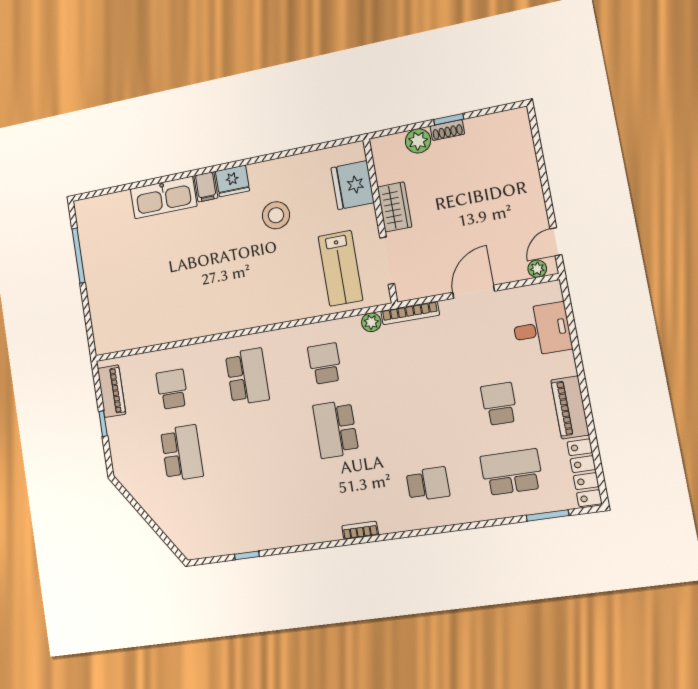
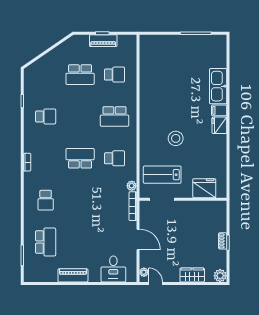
plant: (418, 141) -> (220, 276), moved
wardrobe: (395, 207) -> (192, 275), moved, turned 180
stool: (276, 215) -> (176, 138), moved
piano: (112, 391) -> (103, 41), moved
school desk: (499, 404) -> (46, 116), moved
locker: (585, 473) -> (40, 276), removed

